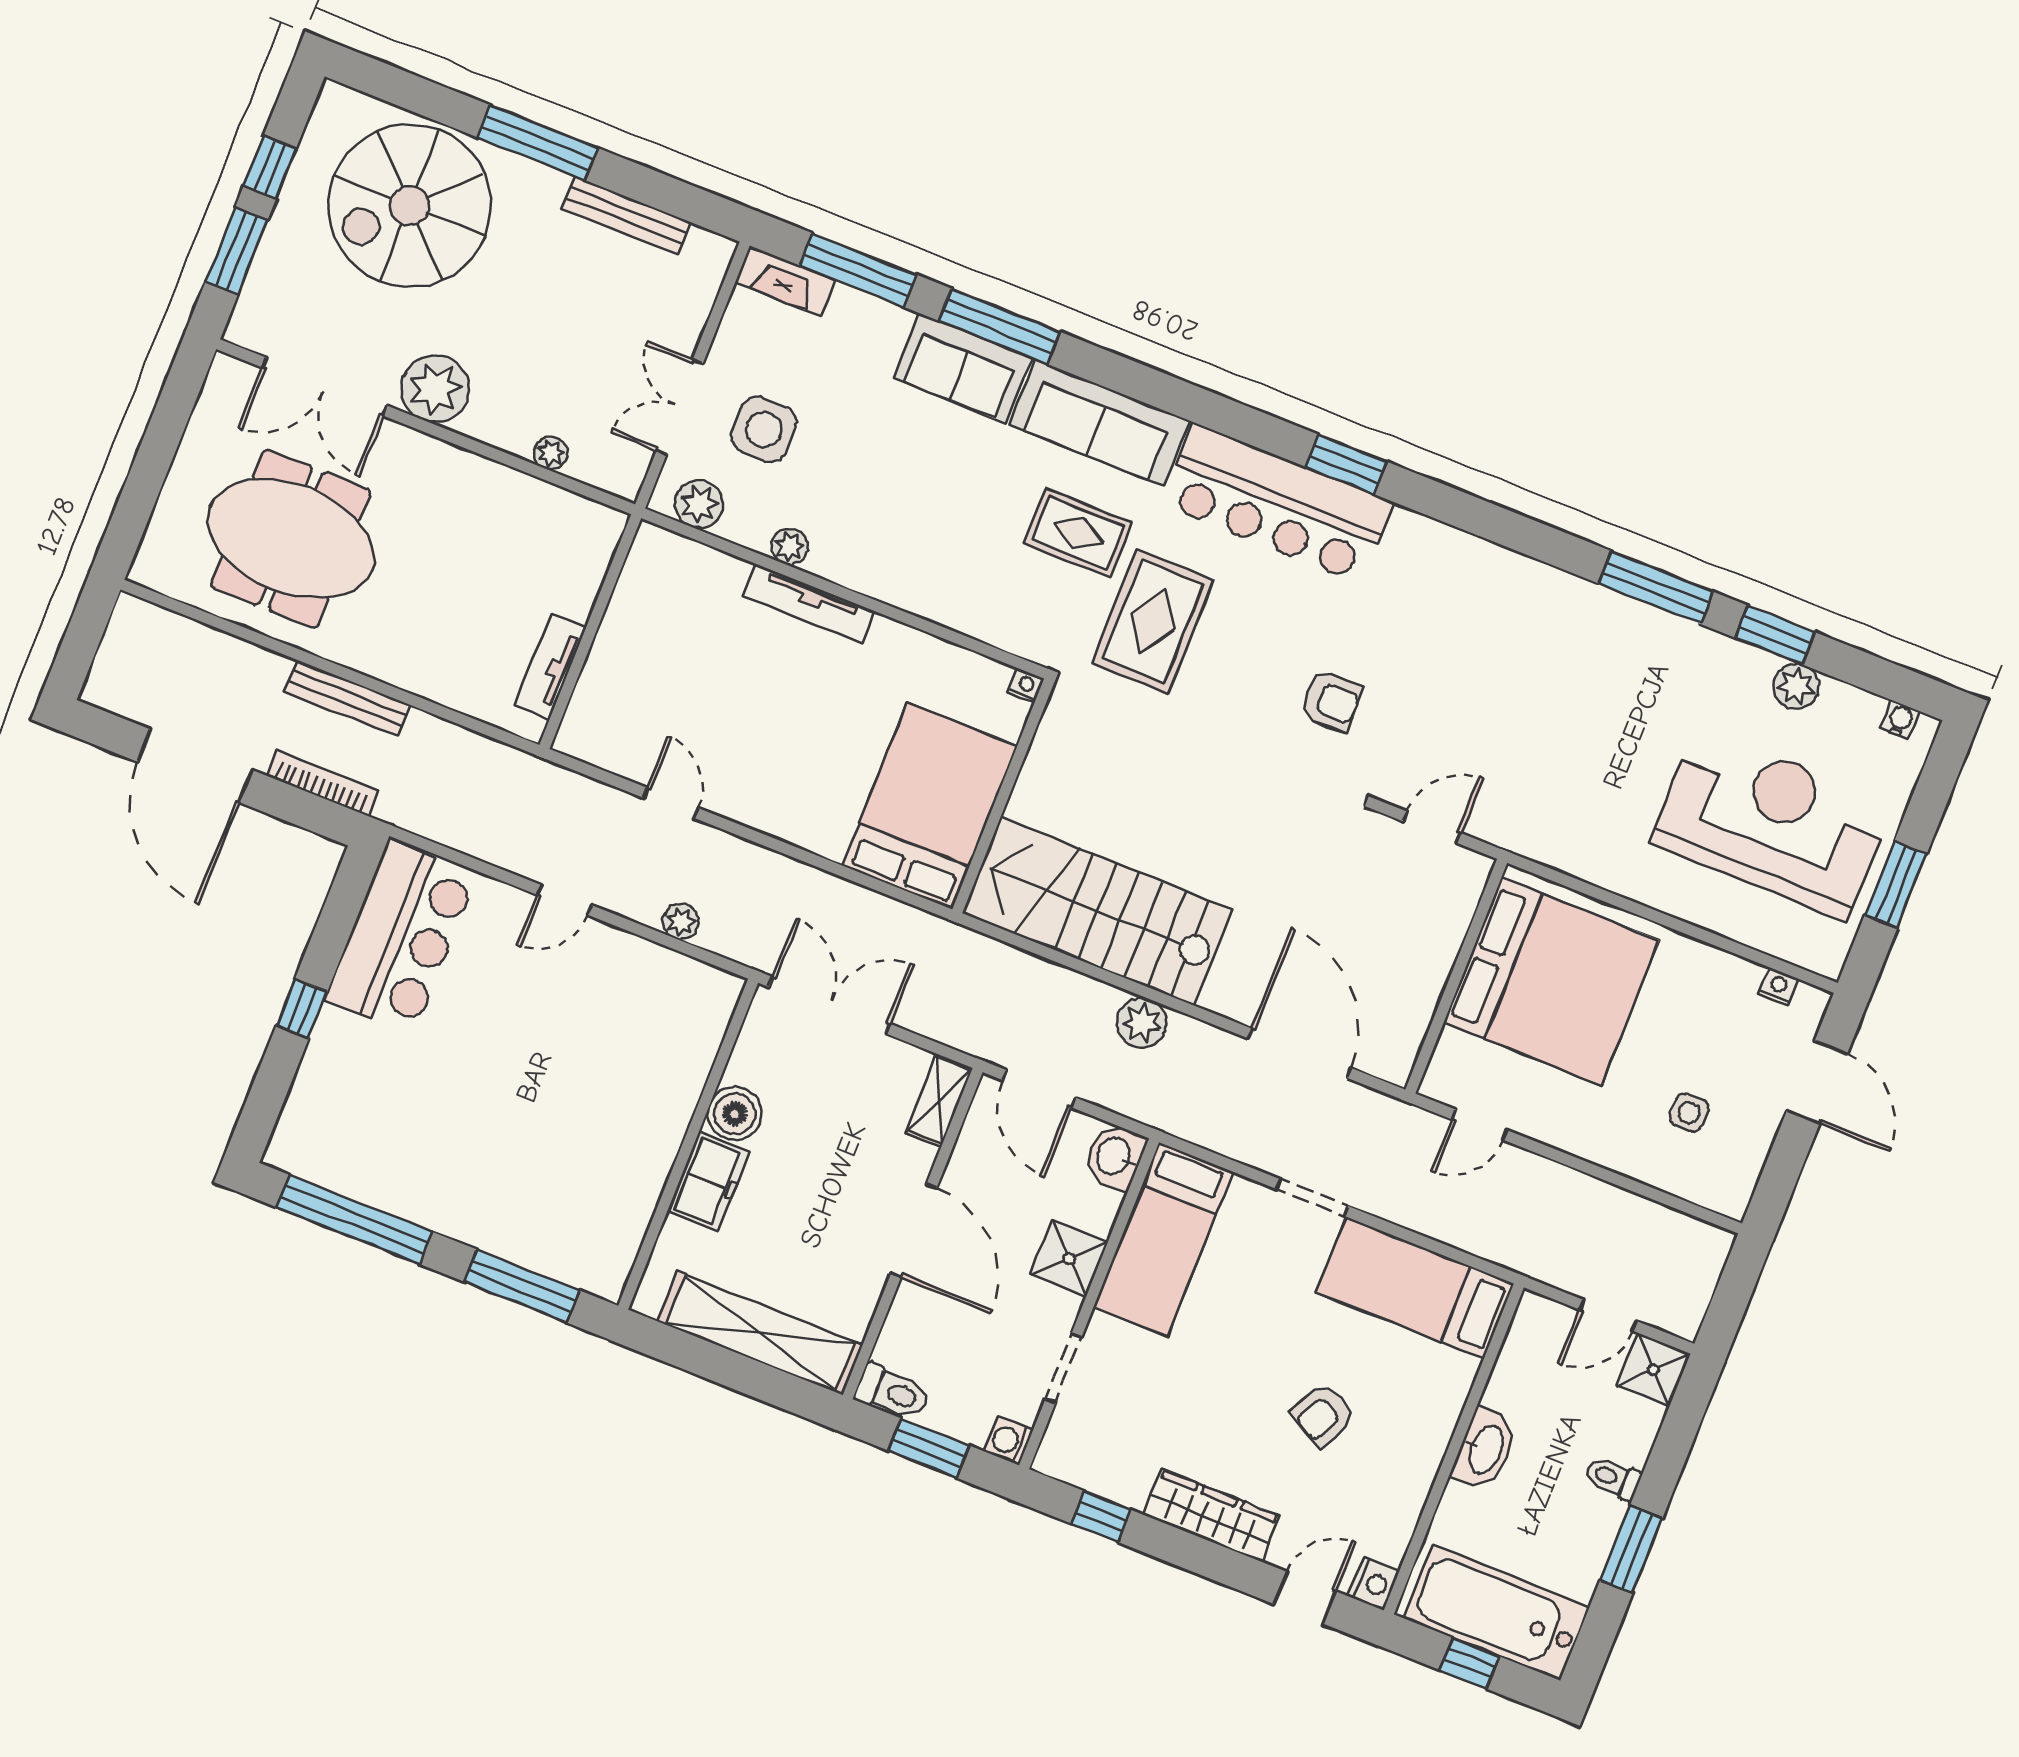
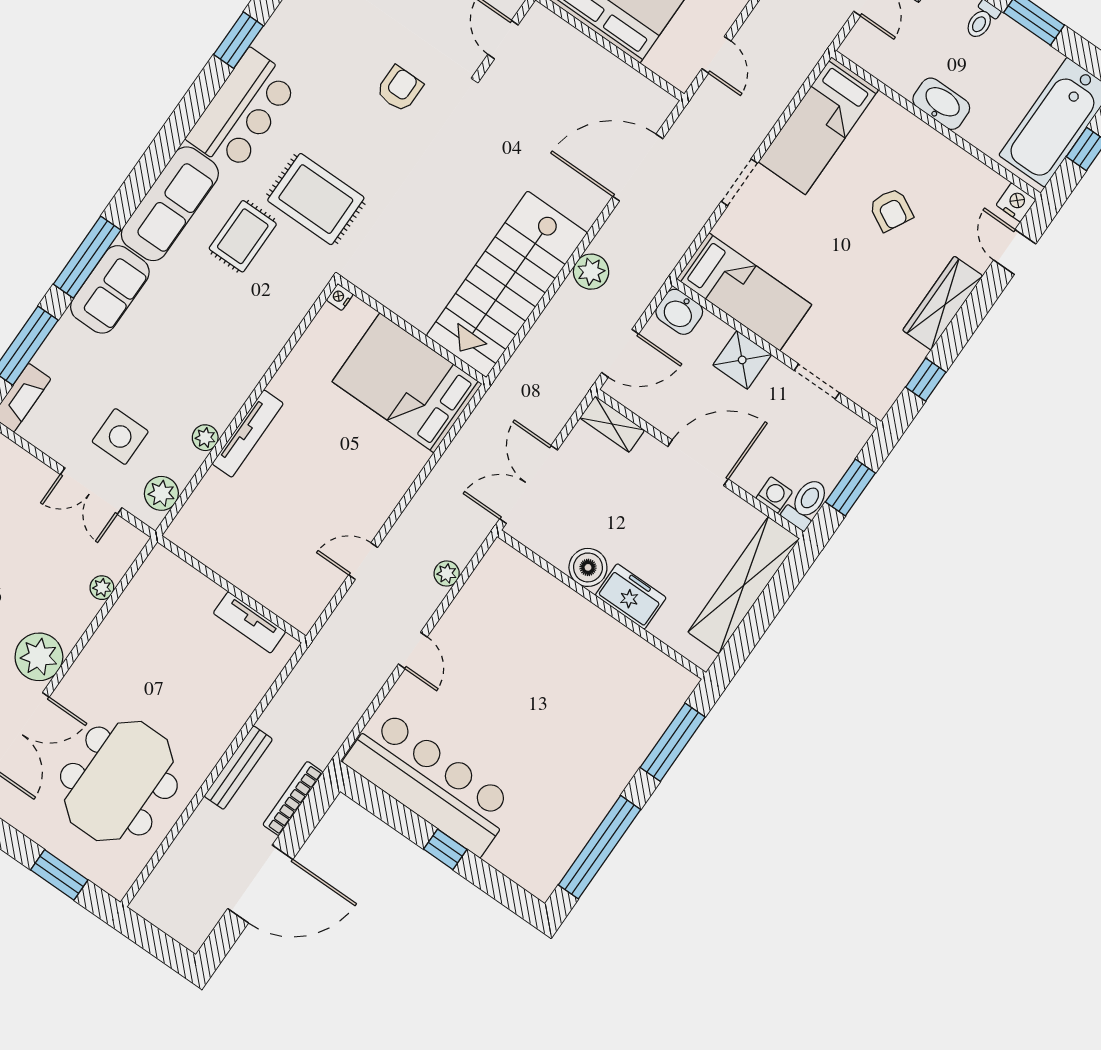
window: (143, 487) -> (59, 875), added
bar counter: (1278, 503) -> (243, 111), width x0.73
bar counter: (401, 937) -> (430, 782), width x1.36
washing machine: (1008, 1441) -> (774, 495), moved, turned 180

